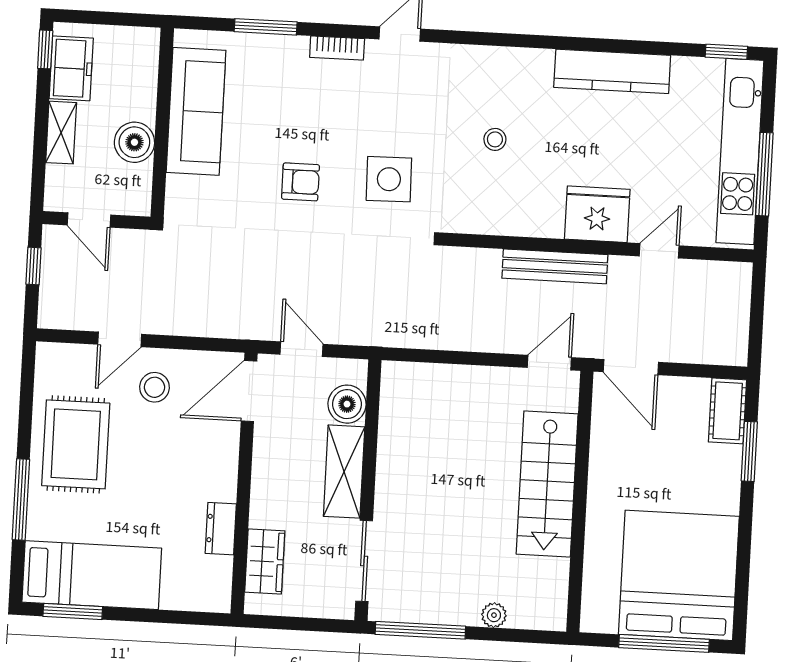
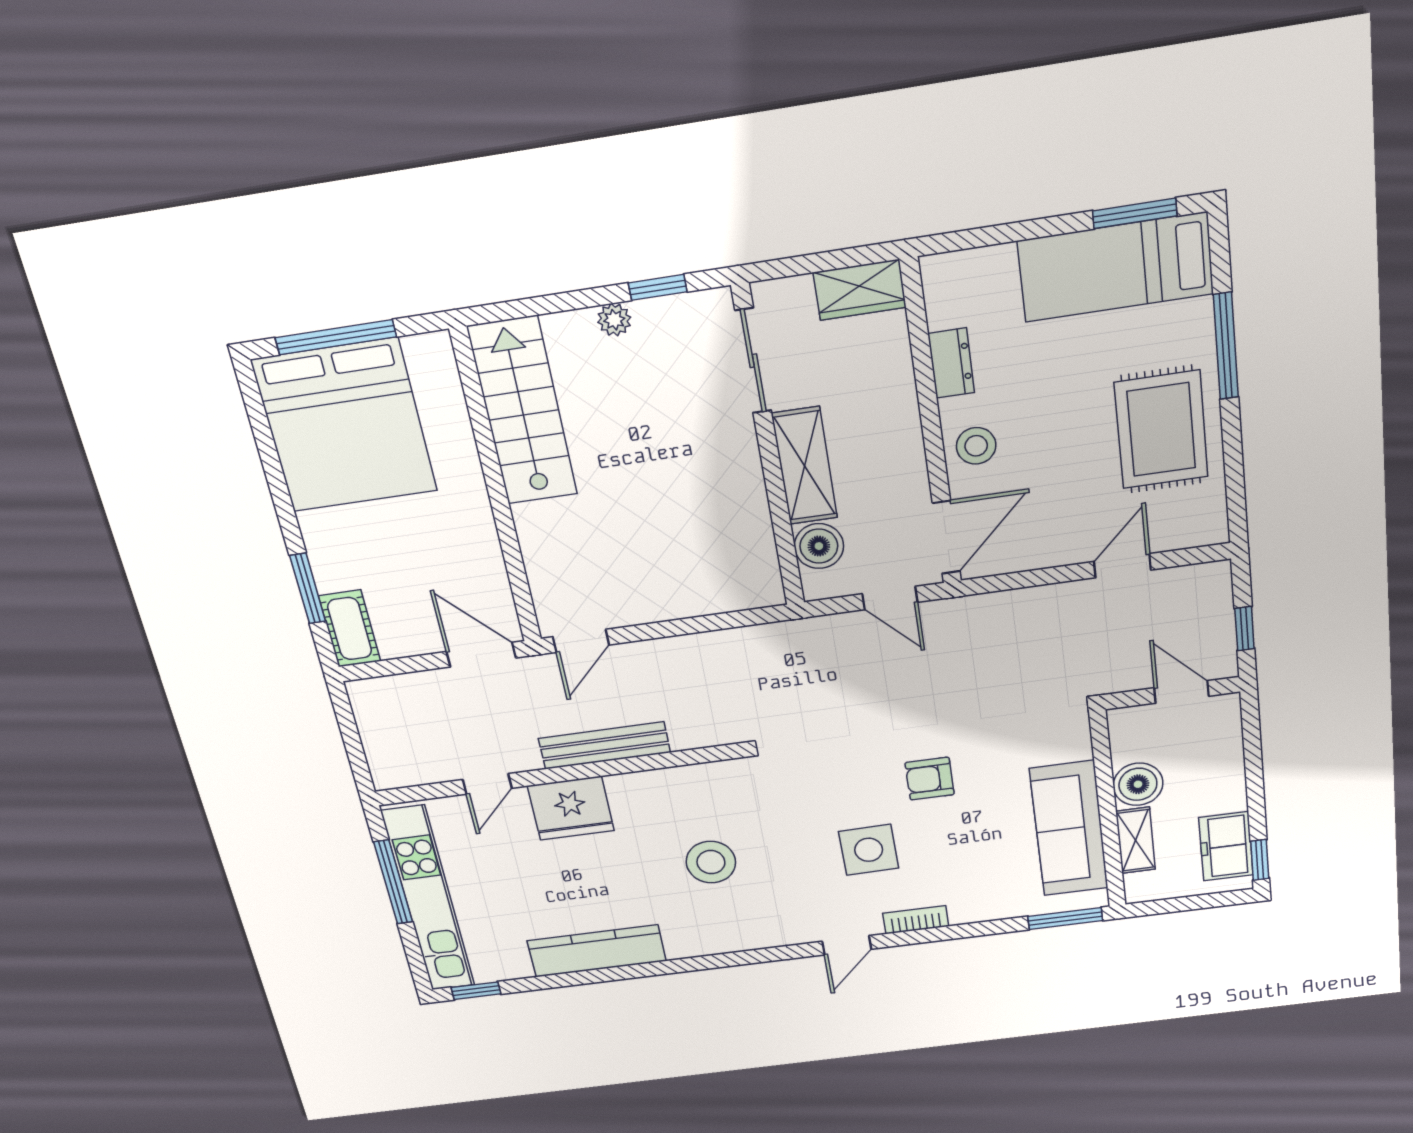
window: (266, 27) -> (1065, 918), moved
shelving: (61, 133) -> (1136, 840), moved
stool: (495, 139) -> (711, 862), width x1.89, depth x1.89
side table: (389, 179) -> (869, 850), moved
stool: (155, 387) -> (976, 446), moved
stairs: (547, 484) -> (523, 411), moved
wardrobe: (265, 561) -> (860, 290), moved, turned -90
plant: (494, 615) -> (614, 320), moved
window: (420, 630) -> (658, 287), width x0.46

